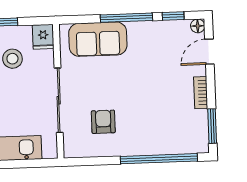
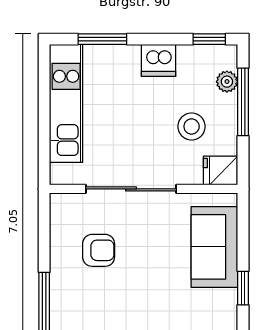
window: (126, 18) -> (243, 288), width x0.46

